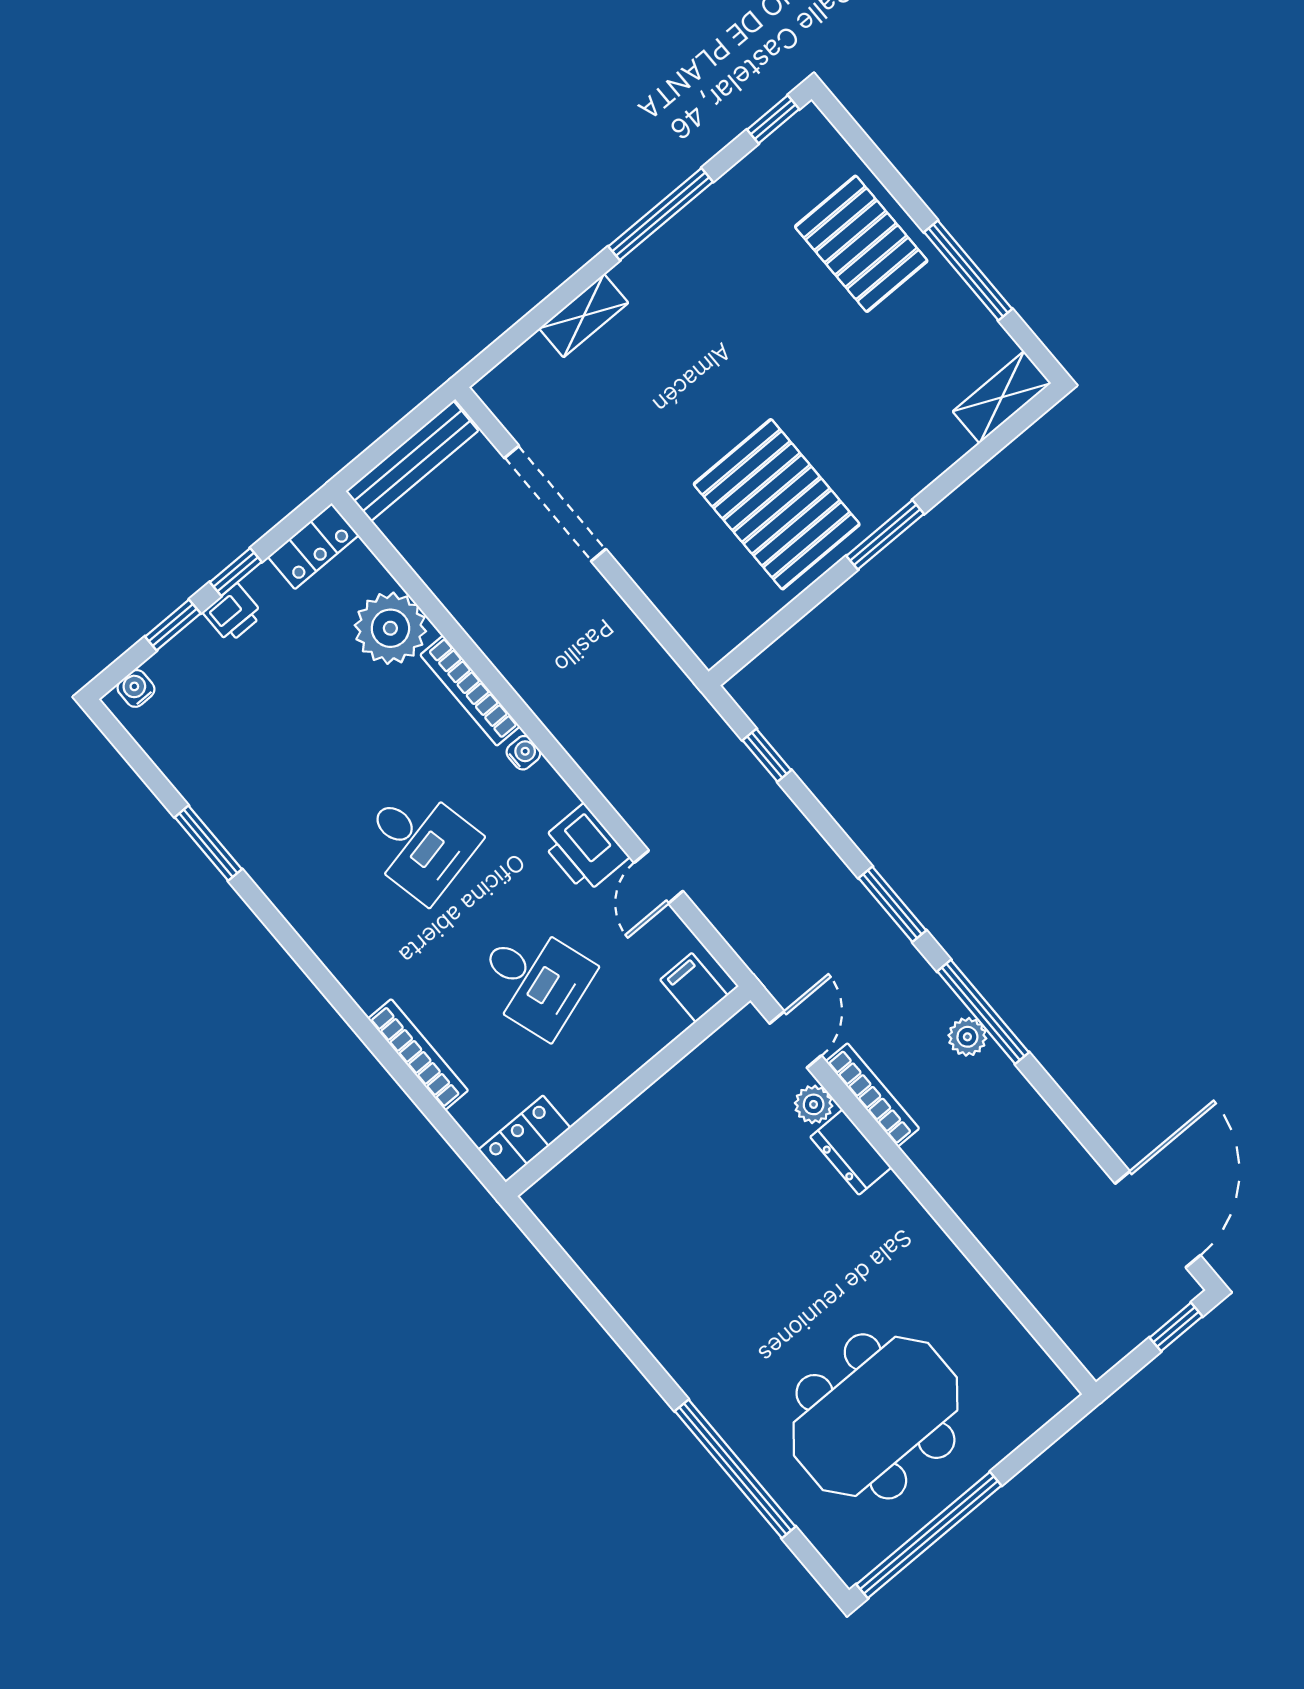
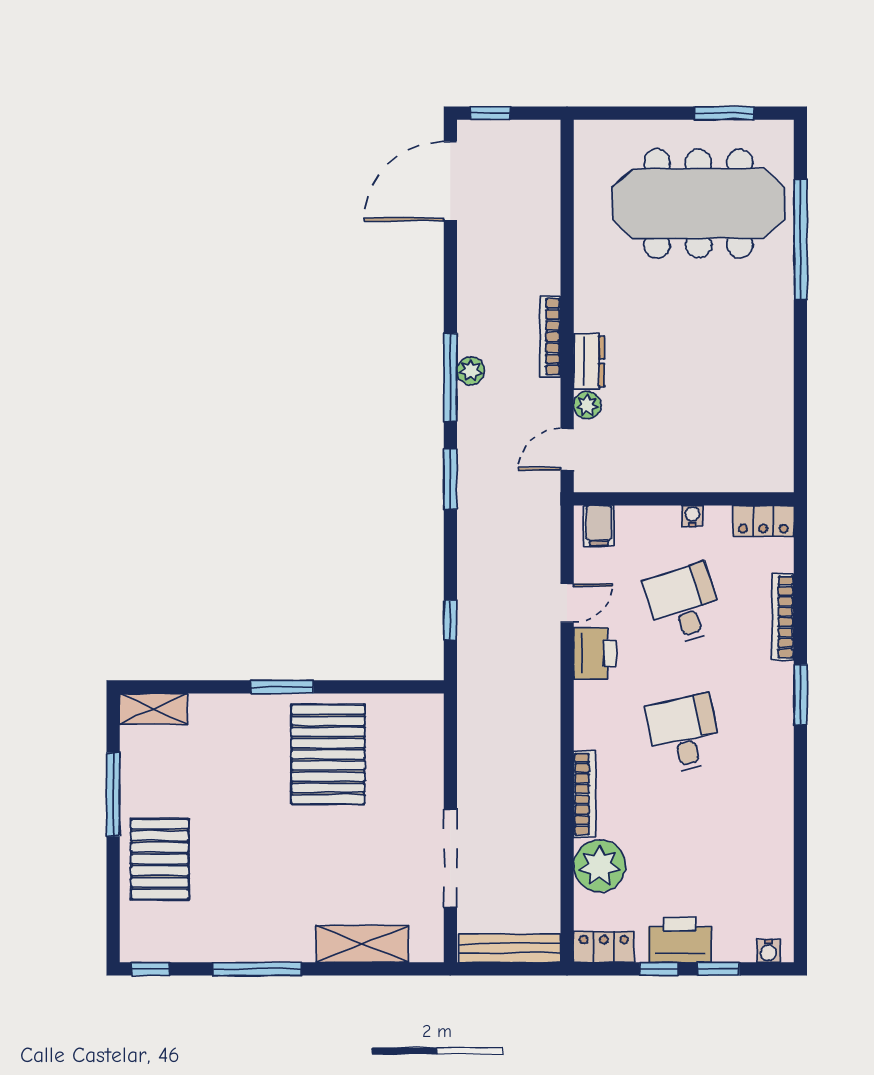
shelving: (584, 316) -> (362, 944), width x1.50, depth x1.33
printer: (233, 613) -> (680, 940), width x1.87, depth x1.48
water cooler: (523, 753) -> (692, 516), moved, turned 90
window: (208, 843) -> (800, 695), moved
bookcase: (873, 1095) -> (550, 337), moved
meeting table: (875, 1416) -> (698, 204), width x1.36
window: (929, 1535) -> (724, 113), width x0.47

